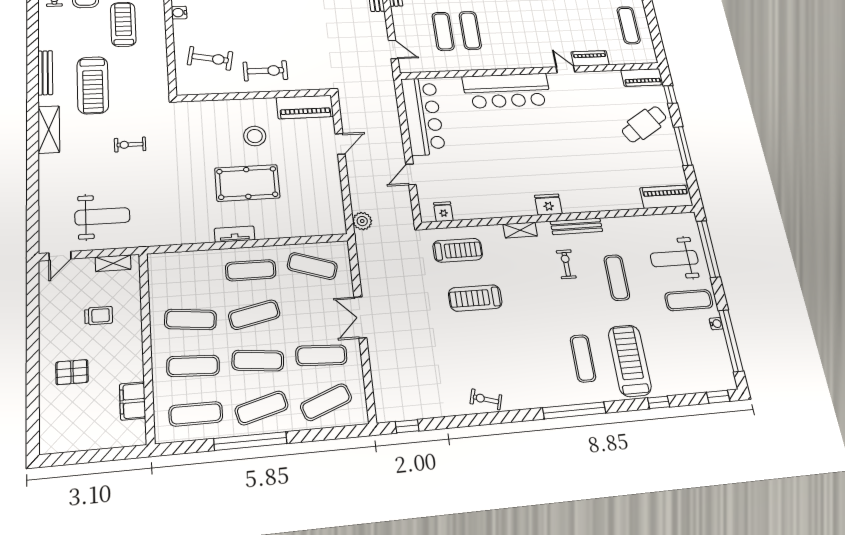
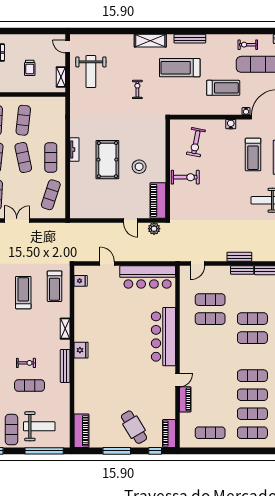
exercise bike: (265, 71) -> (185, 177), turned -90
plant: (362, 221) -> (154, 229), moved
weight bench: (674, 259) -> (39, 426), turned 90
exercise bike: (566, 264) -> (26, 363), moved

